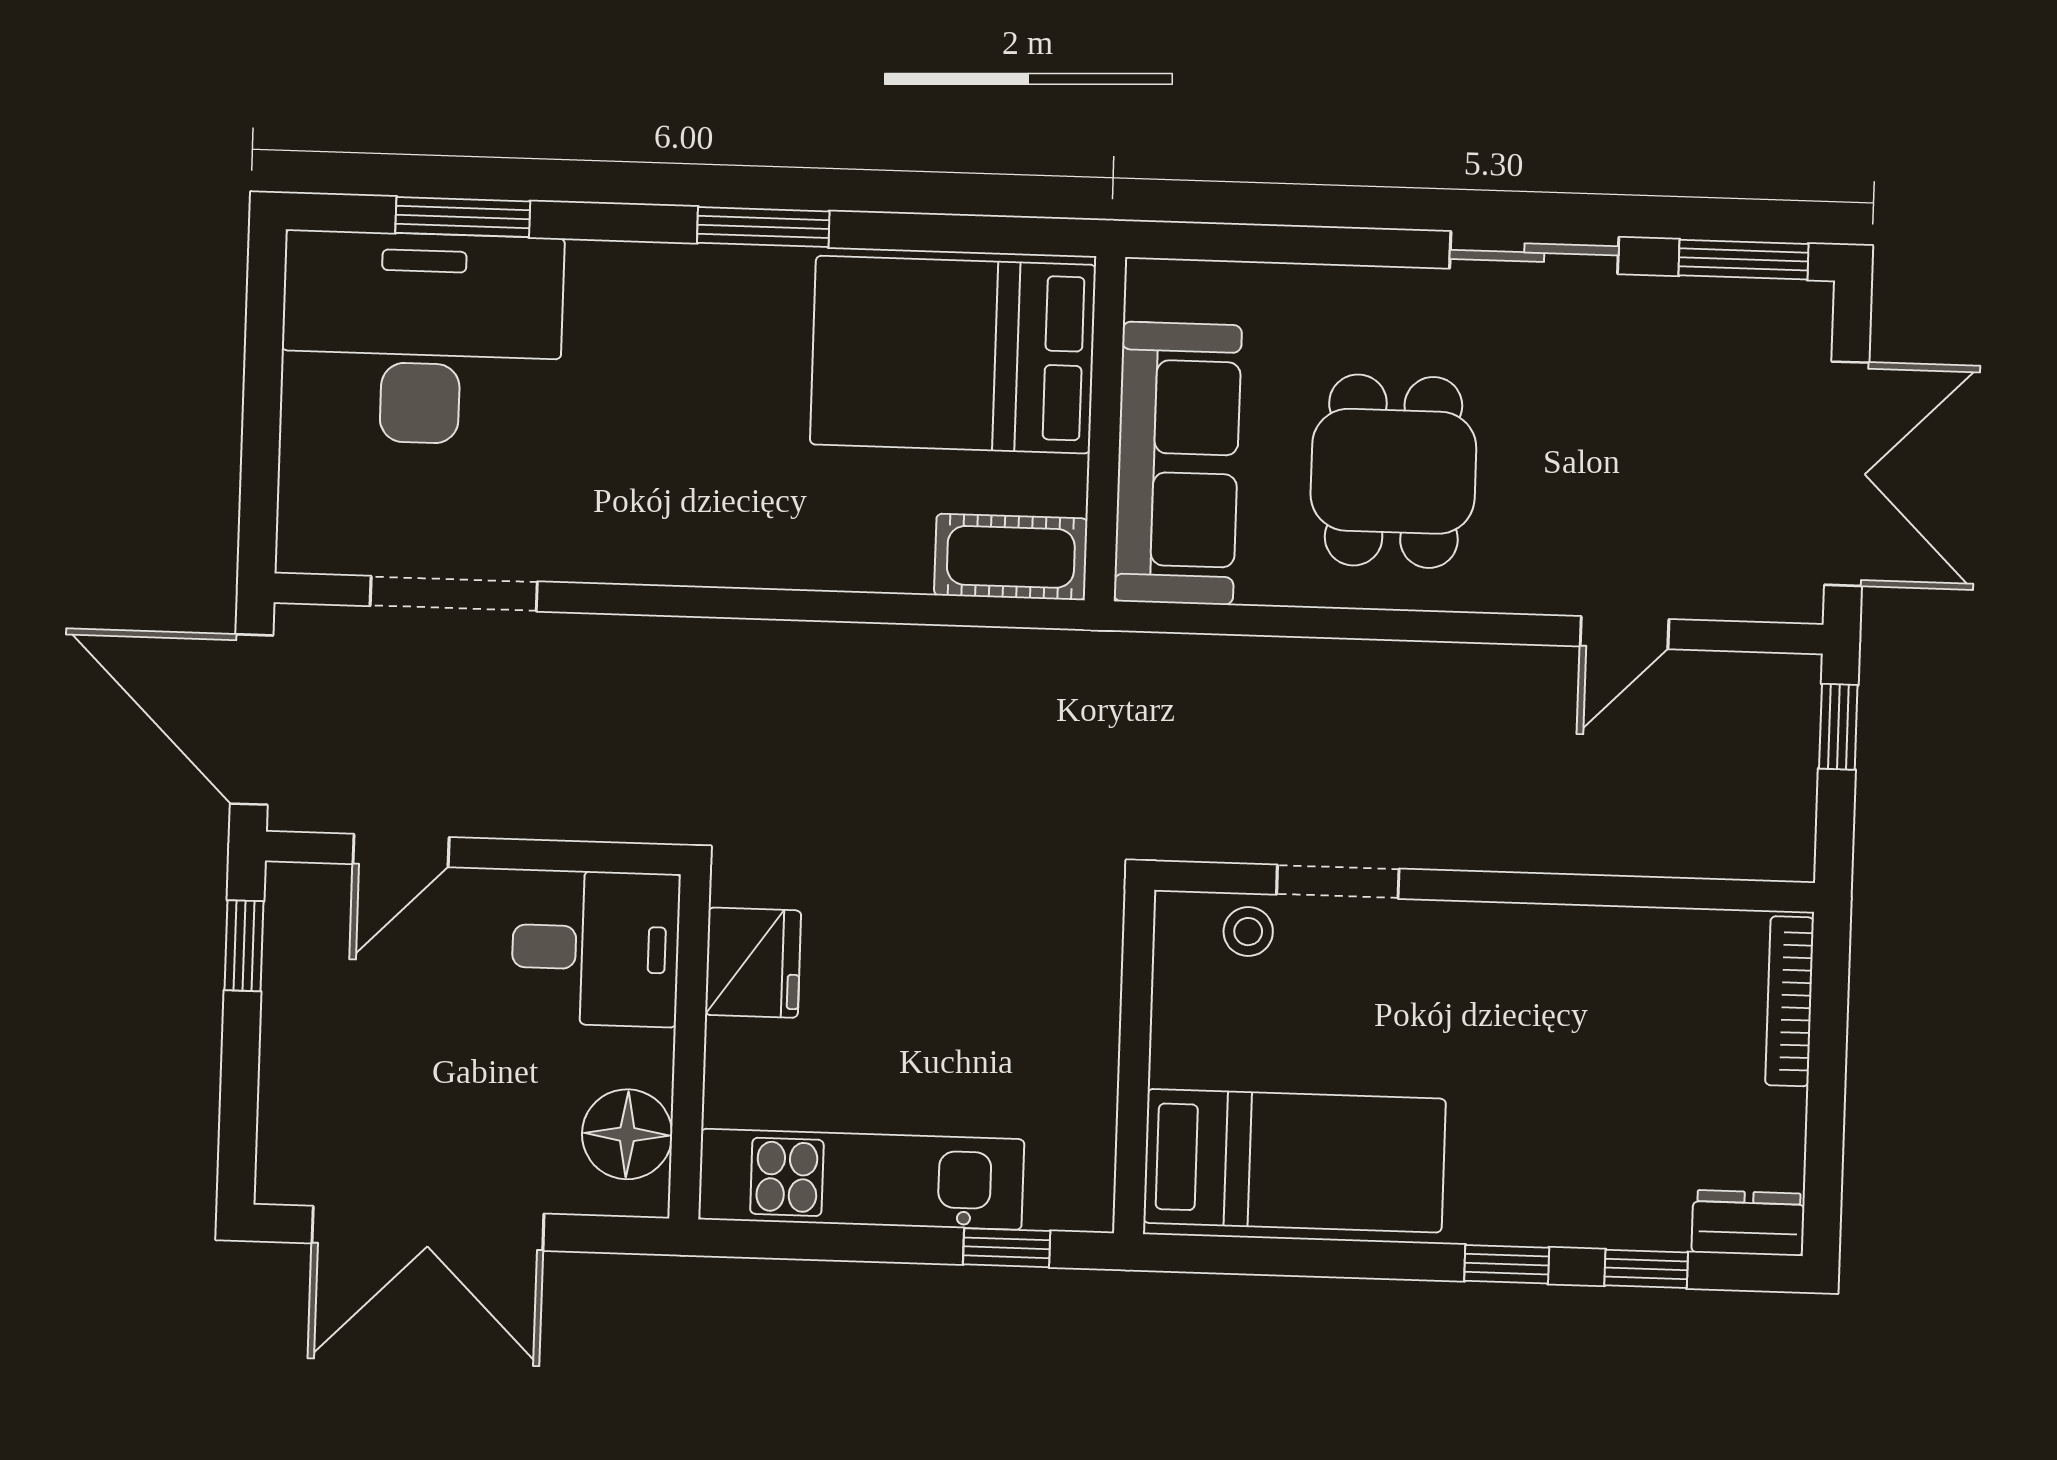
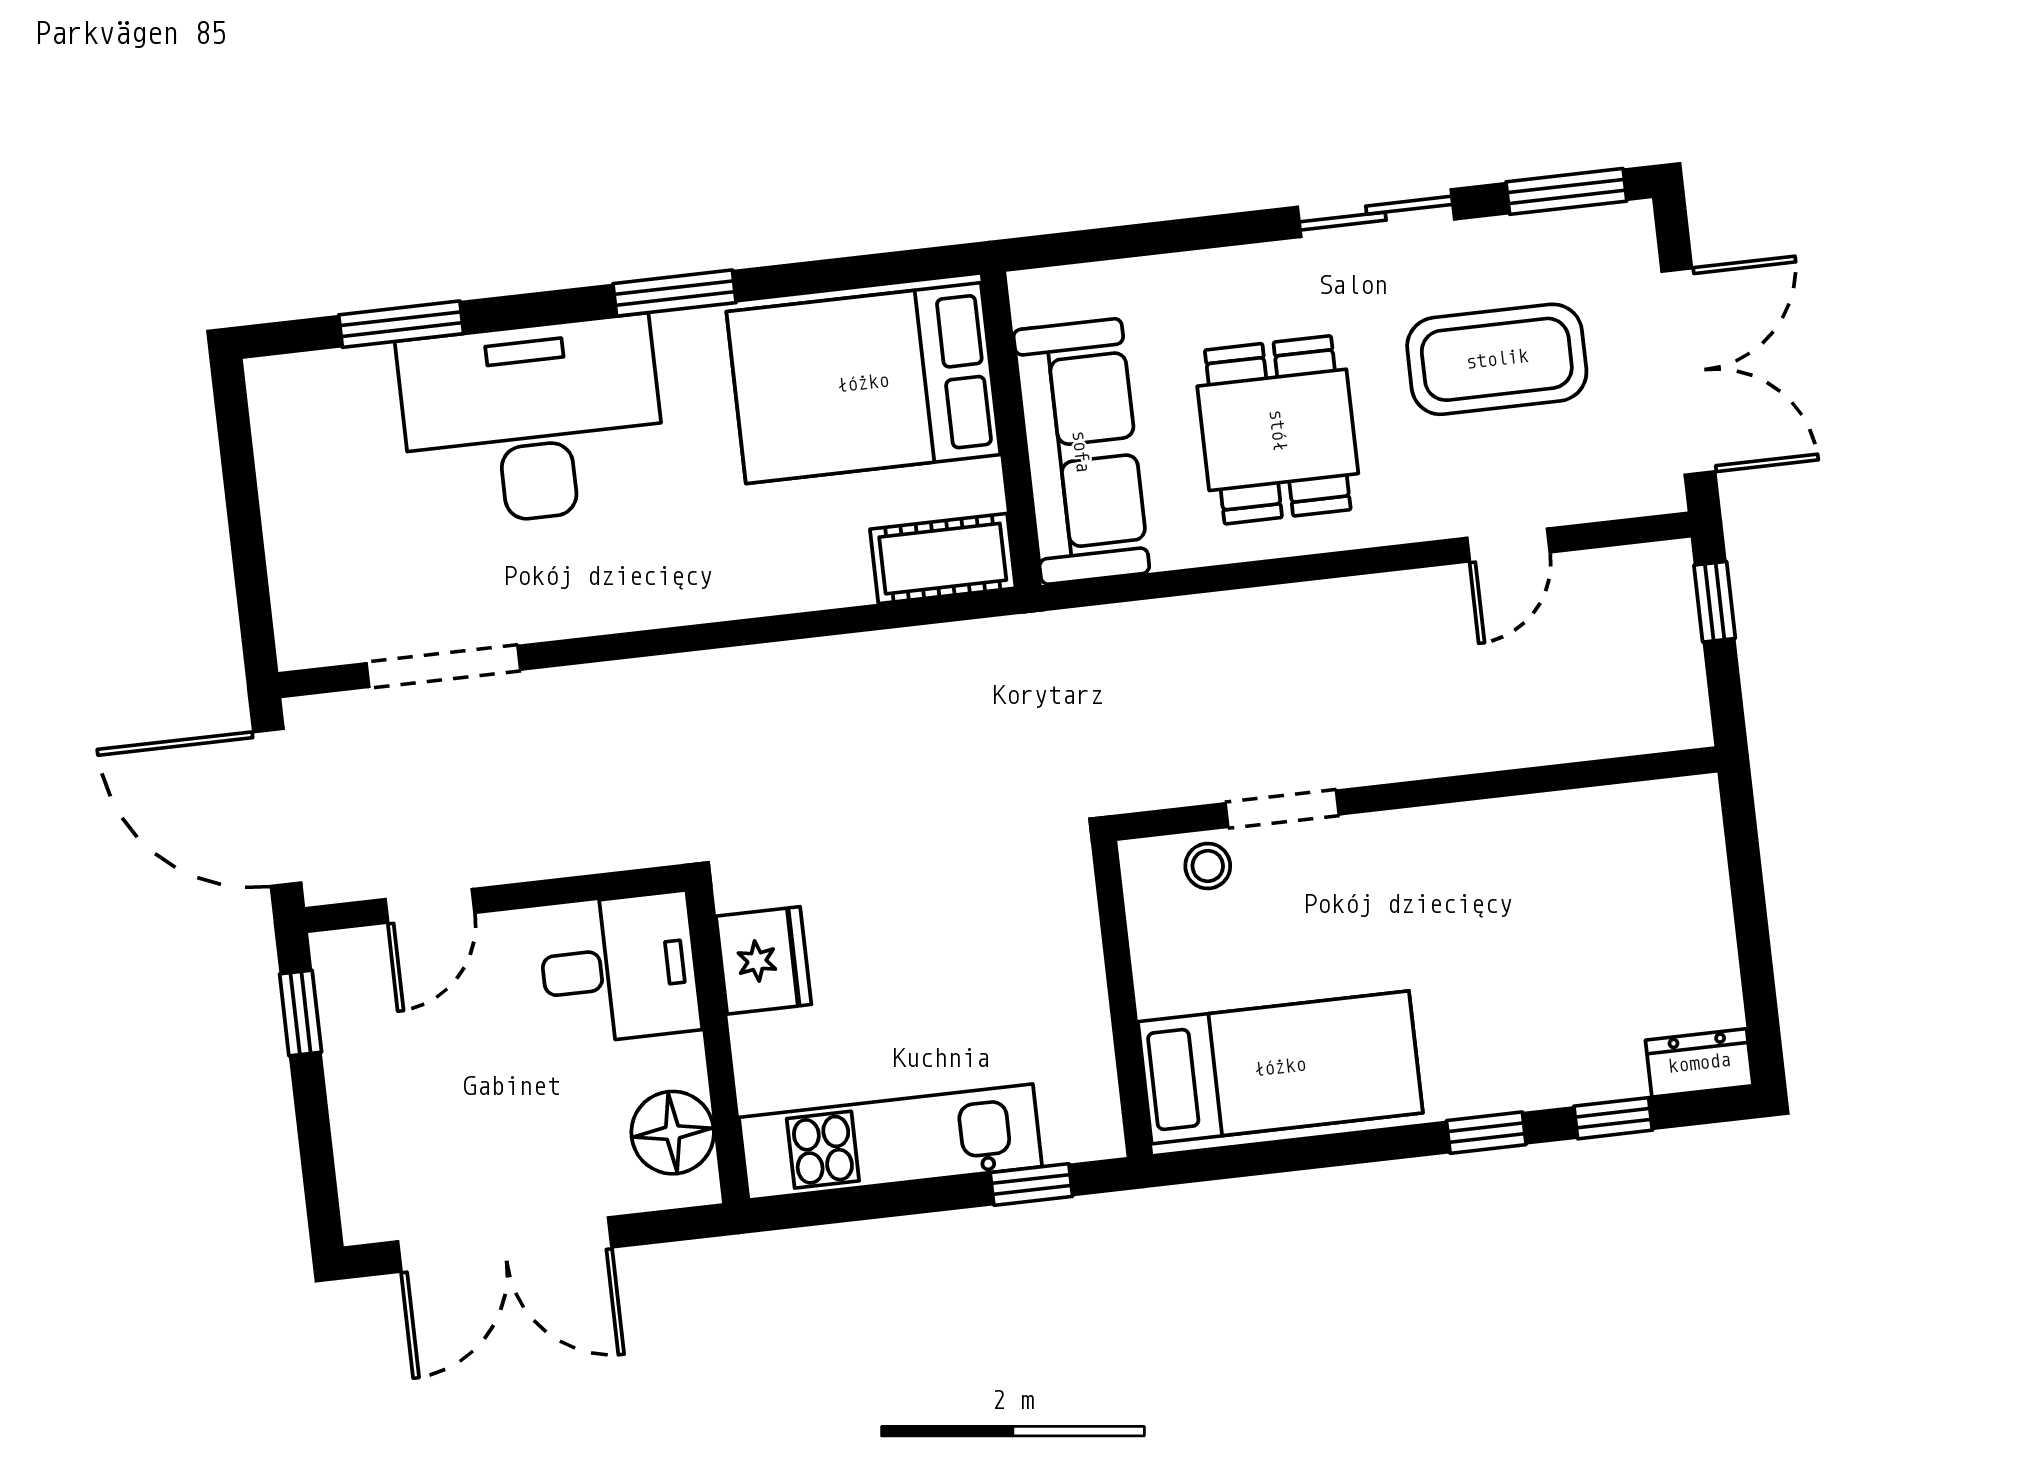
desk: (422, 338) -> (532, 422), moved
coffee table: (1642, 430) -> (1497, 359), added
bookcase: (1790, 1001) -> (1707, 857), removed

